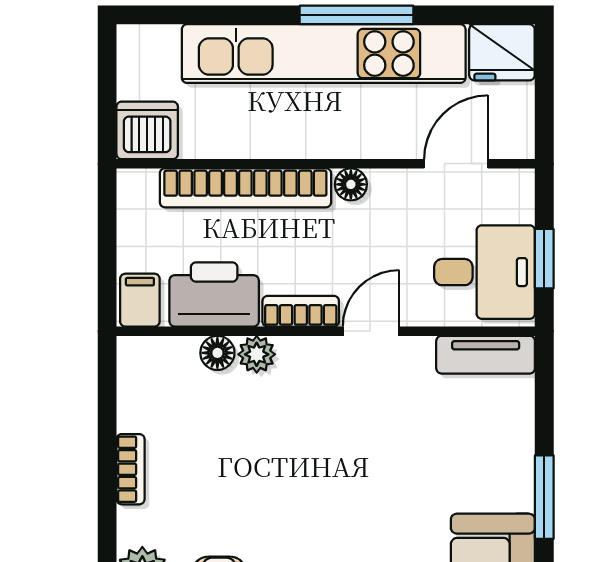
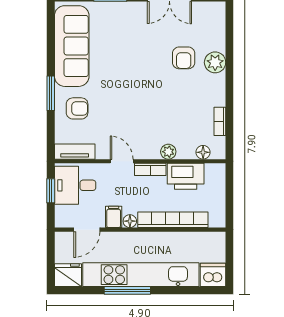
dishwasher: (147, 130) -> (213, 275), moved, turned 180
filing cabinet: (140, 300) -> (114, 217), moved, turned 180
door: (371, 331) -> (122, 161), swing flipped
floor lamp: (217, 353) -> (203, 152), moved
armchair: (480, 460) -> (77, 108), added
bookcase: (131, 469) -> (220, 121), moved

